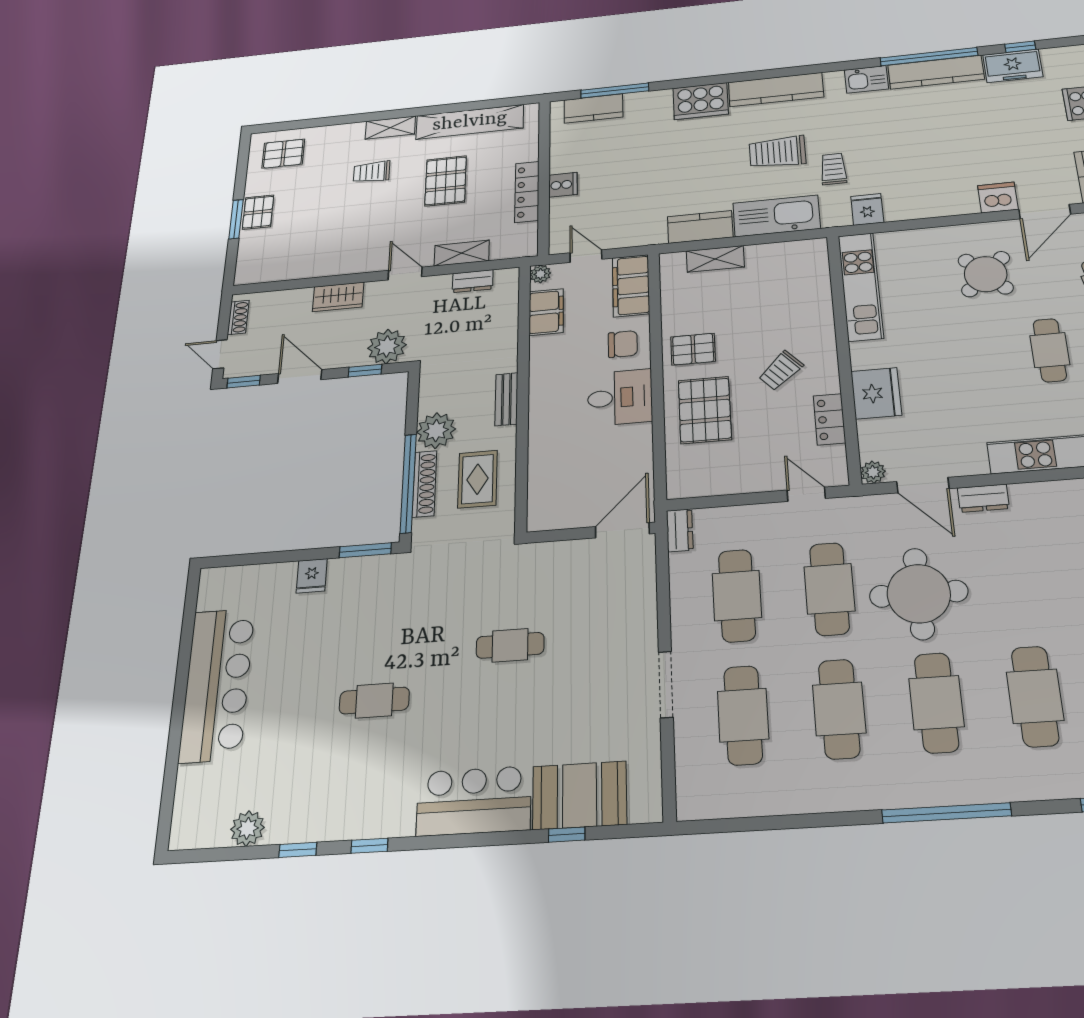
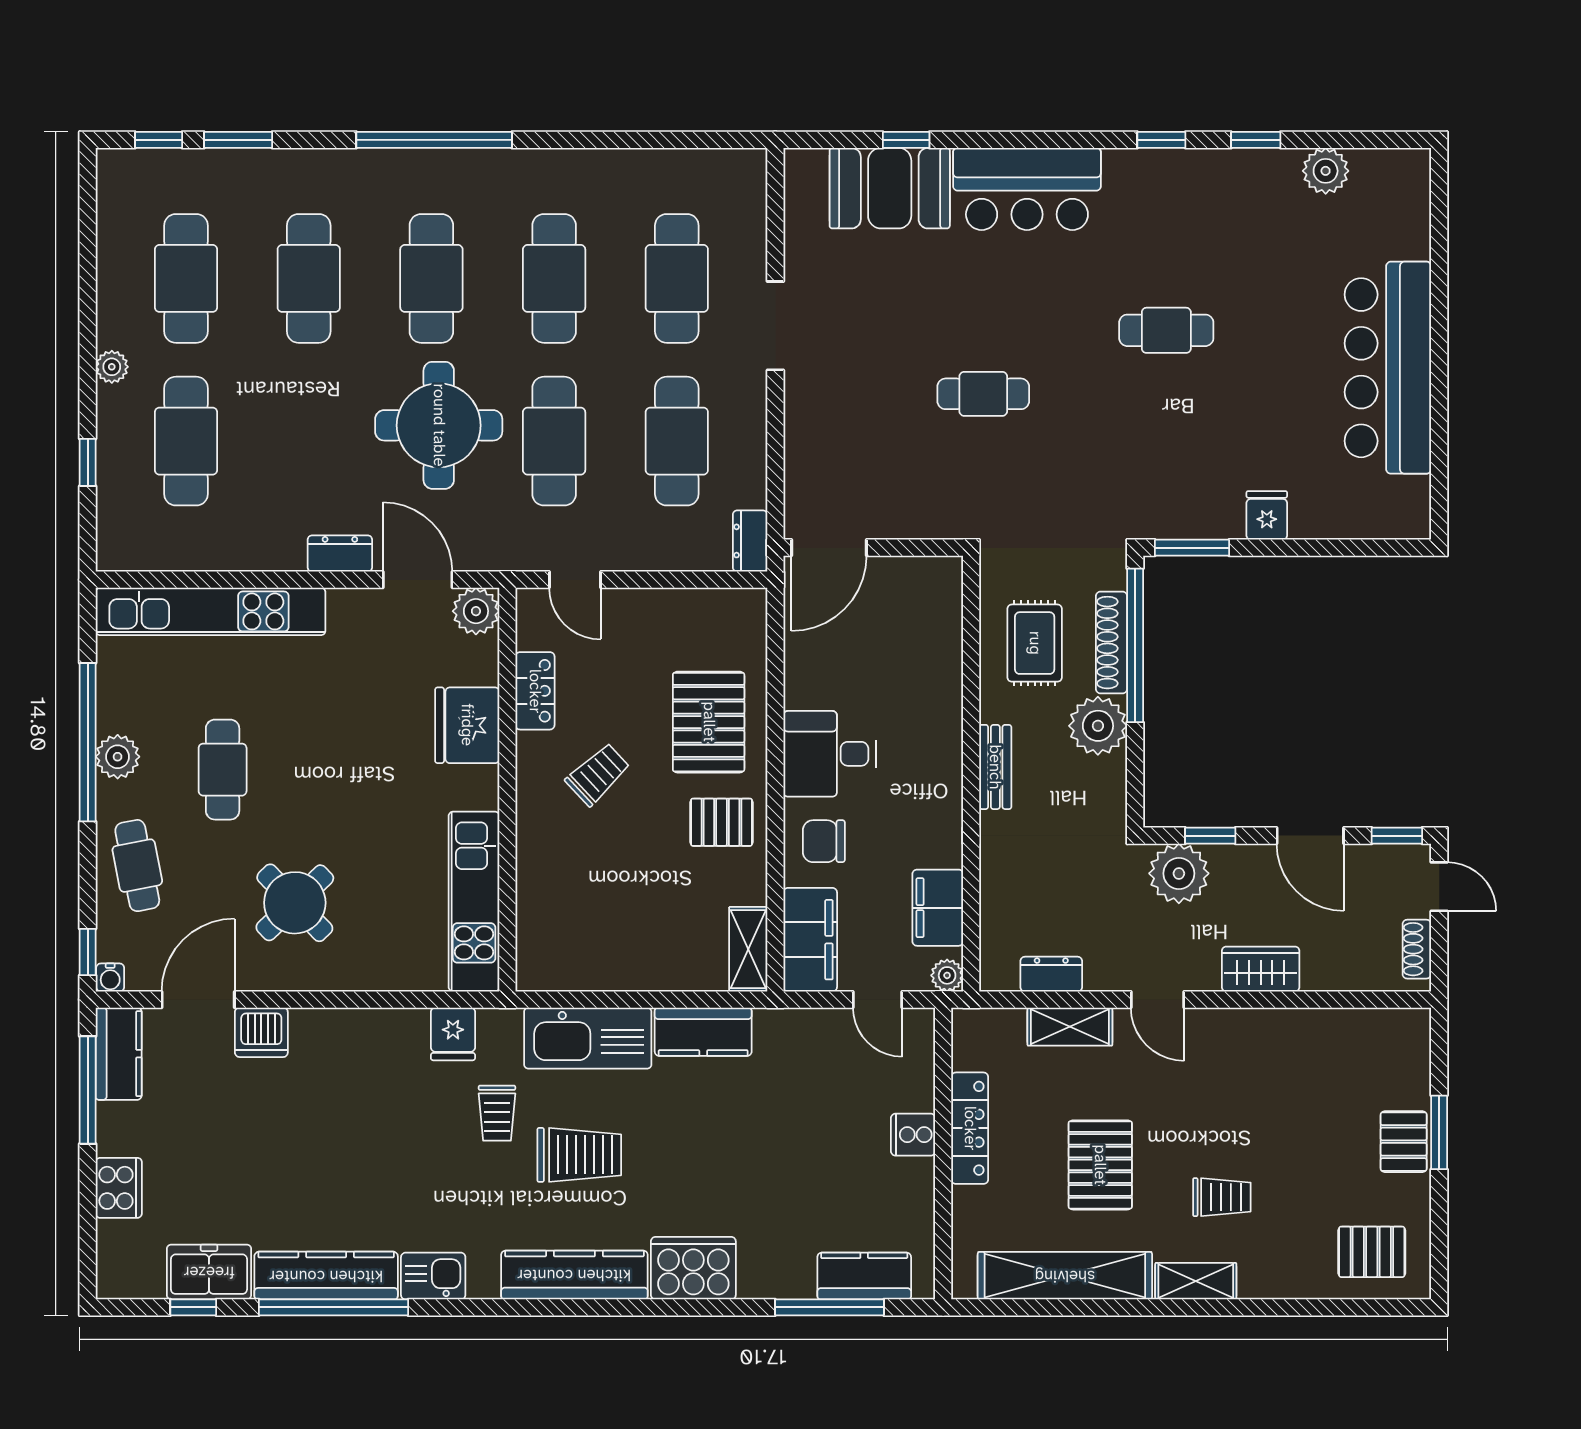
shelving: (715, 259) -> (748, 949), moved, turned 90
plant: (873, 472) -> (476, 611), width x1.38, depth x1.38

